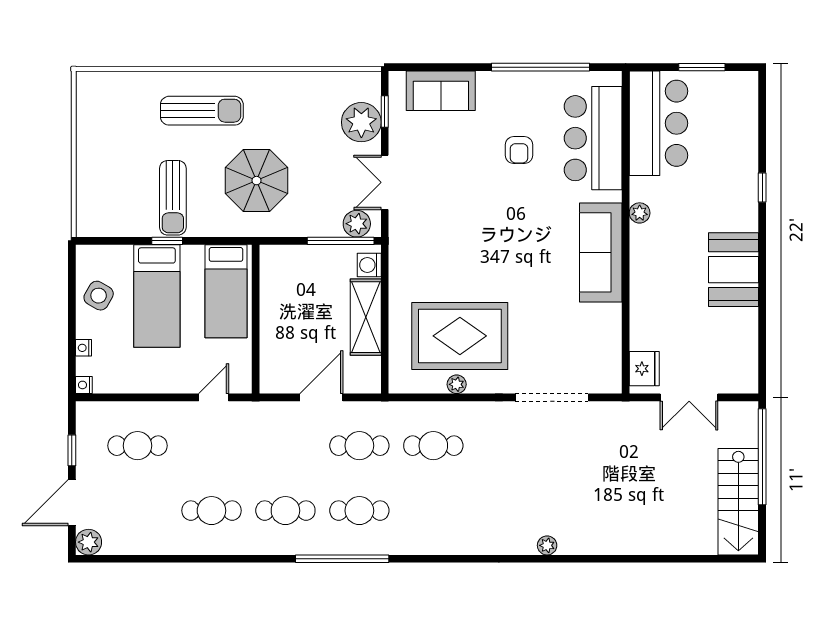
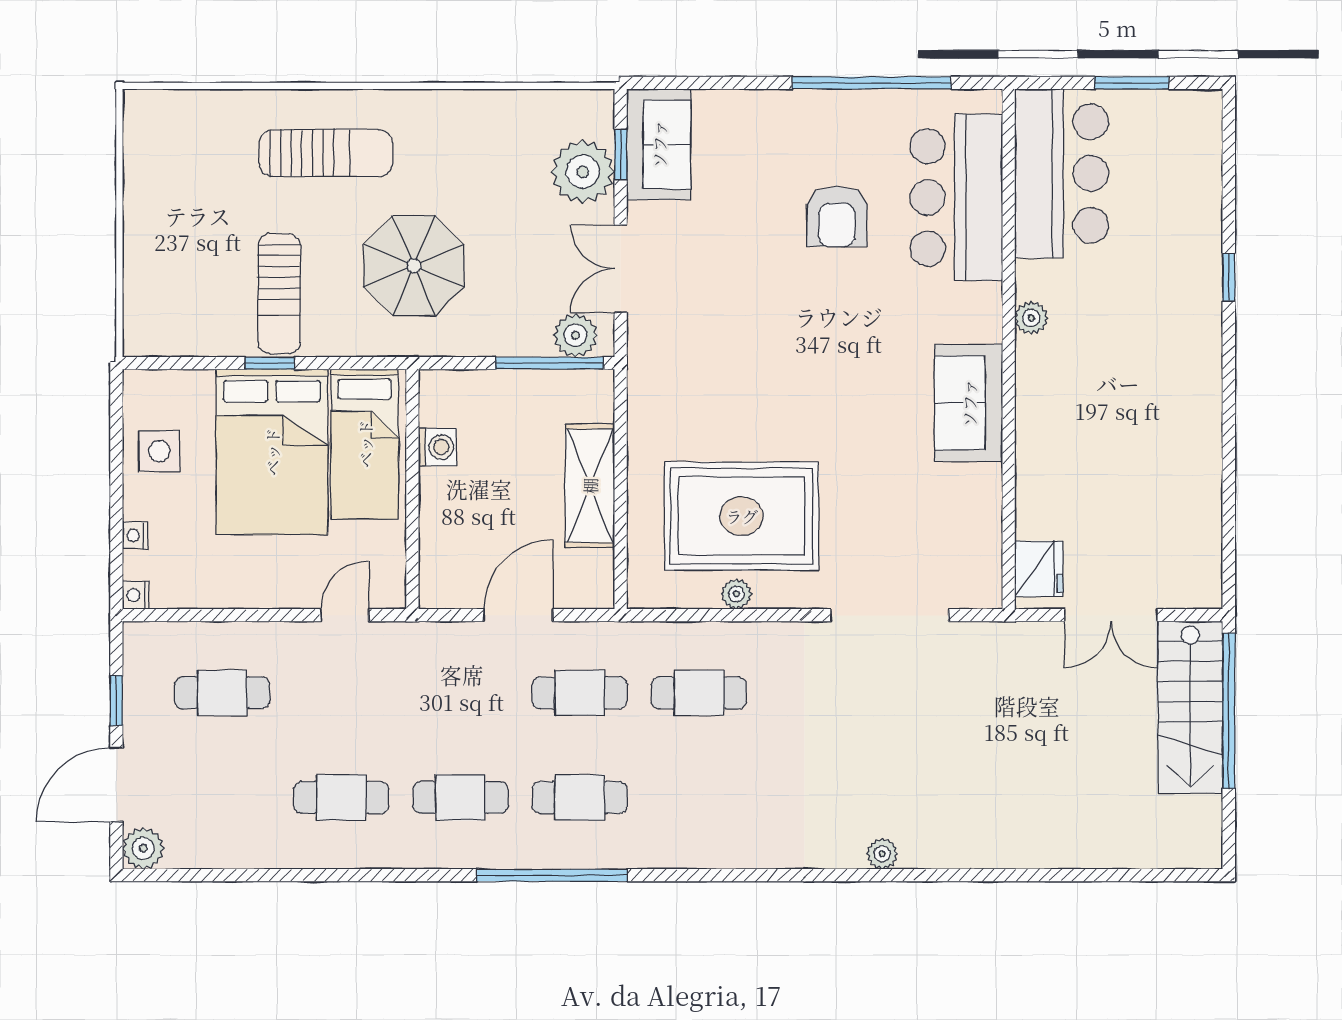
sofa: (441, 91) -> (659, 144), moved, turned -90
armchair: (519, 150) -> (837, 217), width x1.38, depth x1.38
sofa: (601, 252) -> (969, 403), width x0.73
washing machine: (369, 265) -> (437, 447), moved, turned 180
booth: (734, 270) -> (1183, 409), removed
side table: (99, 296) -> (159, 451), turned -30
bed: (157, 296) -> (272, 452), width x1.50
stairs: (738, 502) -> (1190, 707), moved

